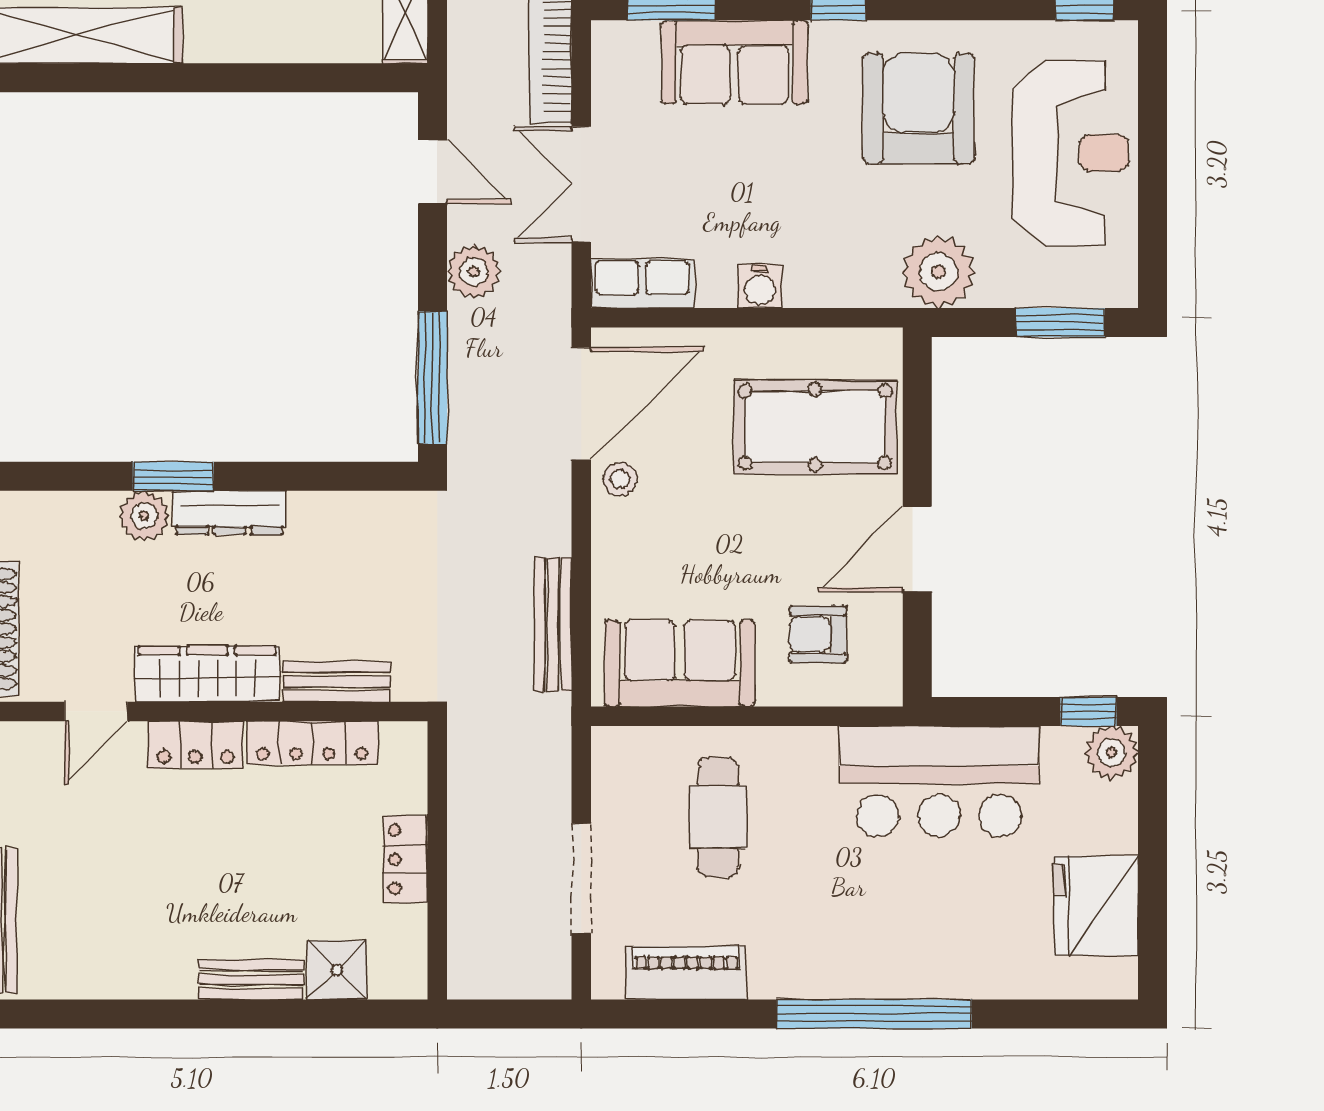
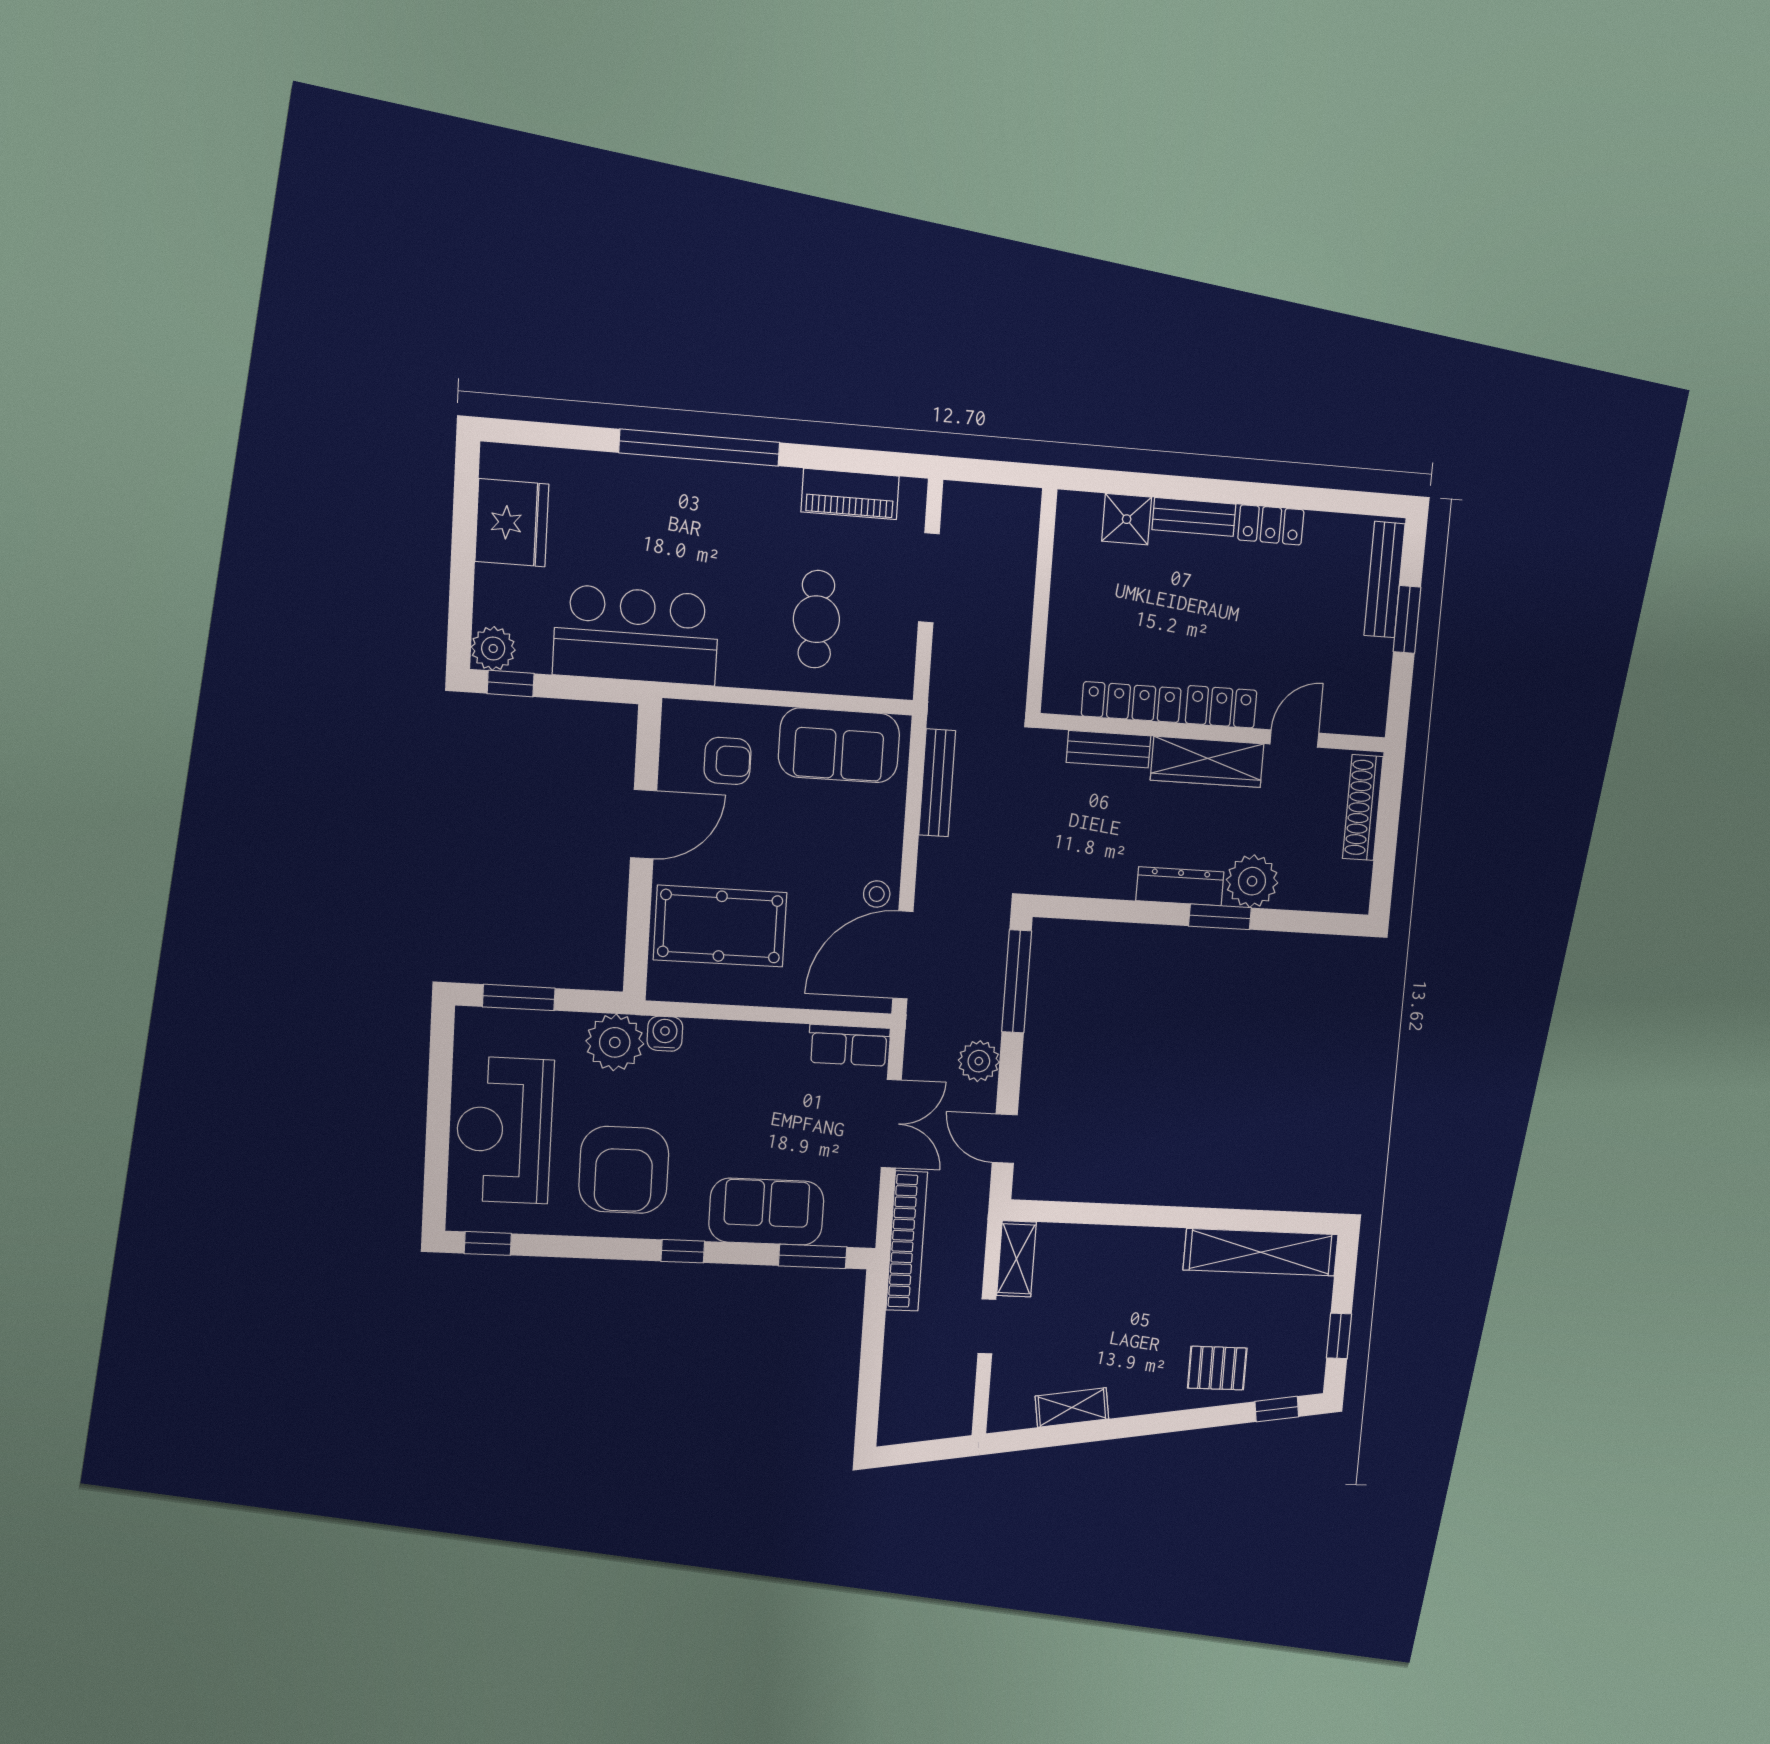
water cooler: (760, 286) -> (665, 1034), moved
plant: (144, 516) -> (1252, 881), width x1.36, depth x1.36
locker: (406, 859) -> (1271, 525), moved, turned 90

